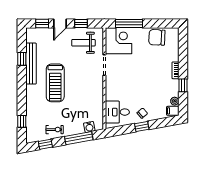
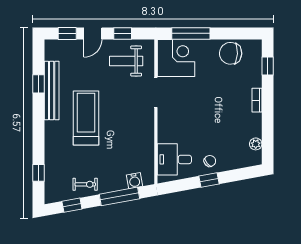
treadmill: (55, 83) -> (86, 118), turned 180
window: (183, 85) -> (268, 66), moved
filing cabinet: (173, 111) -> (253, 158), removed

